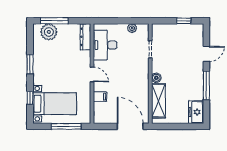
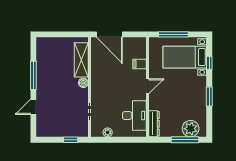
window: (184, 21) -> (71, 140), moved
door: (92, 74) -> (148, 86), swing flipped
freezer: (196, 112) -> (44, 49), removed

